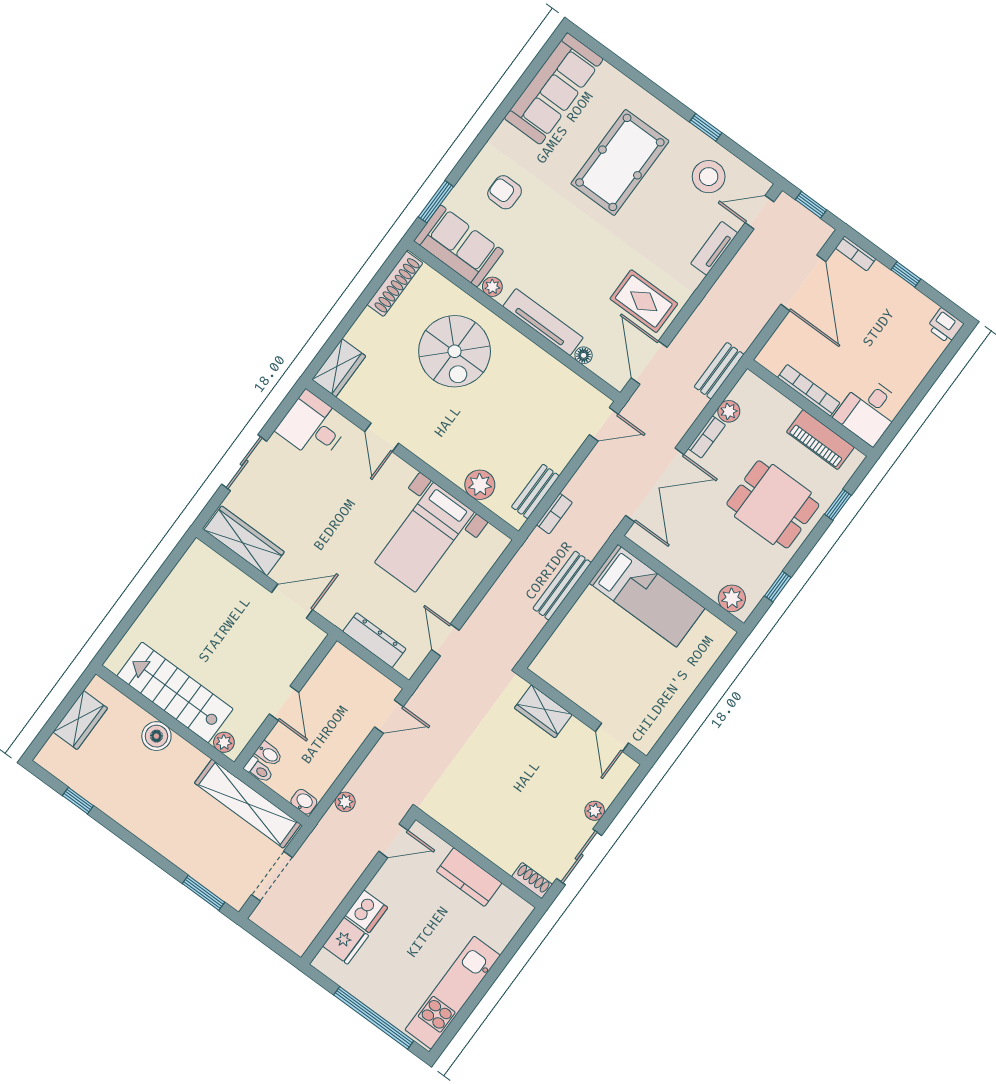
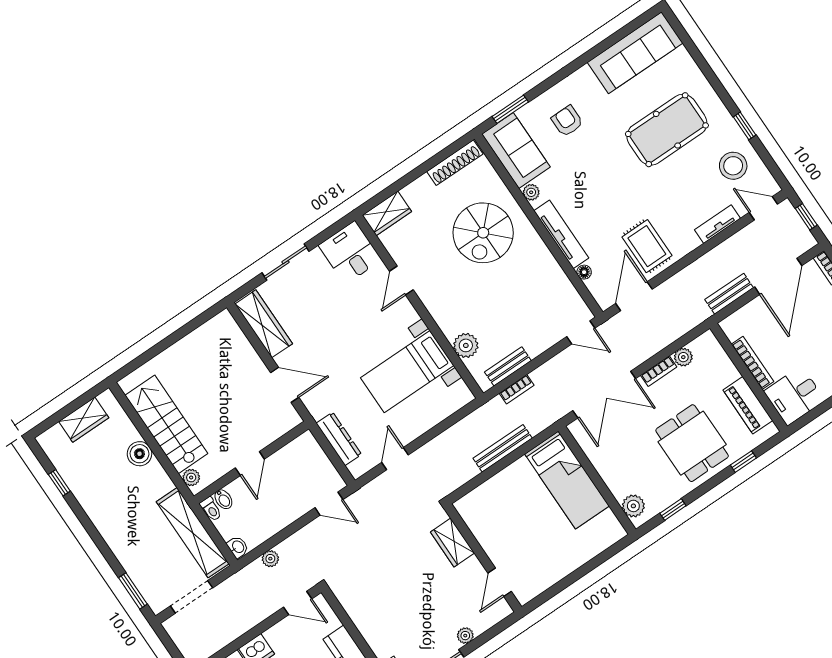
bench: (719, 371) -> (729, 294), moved

